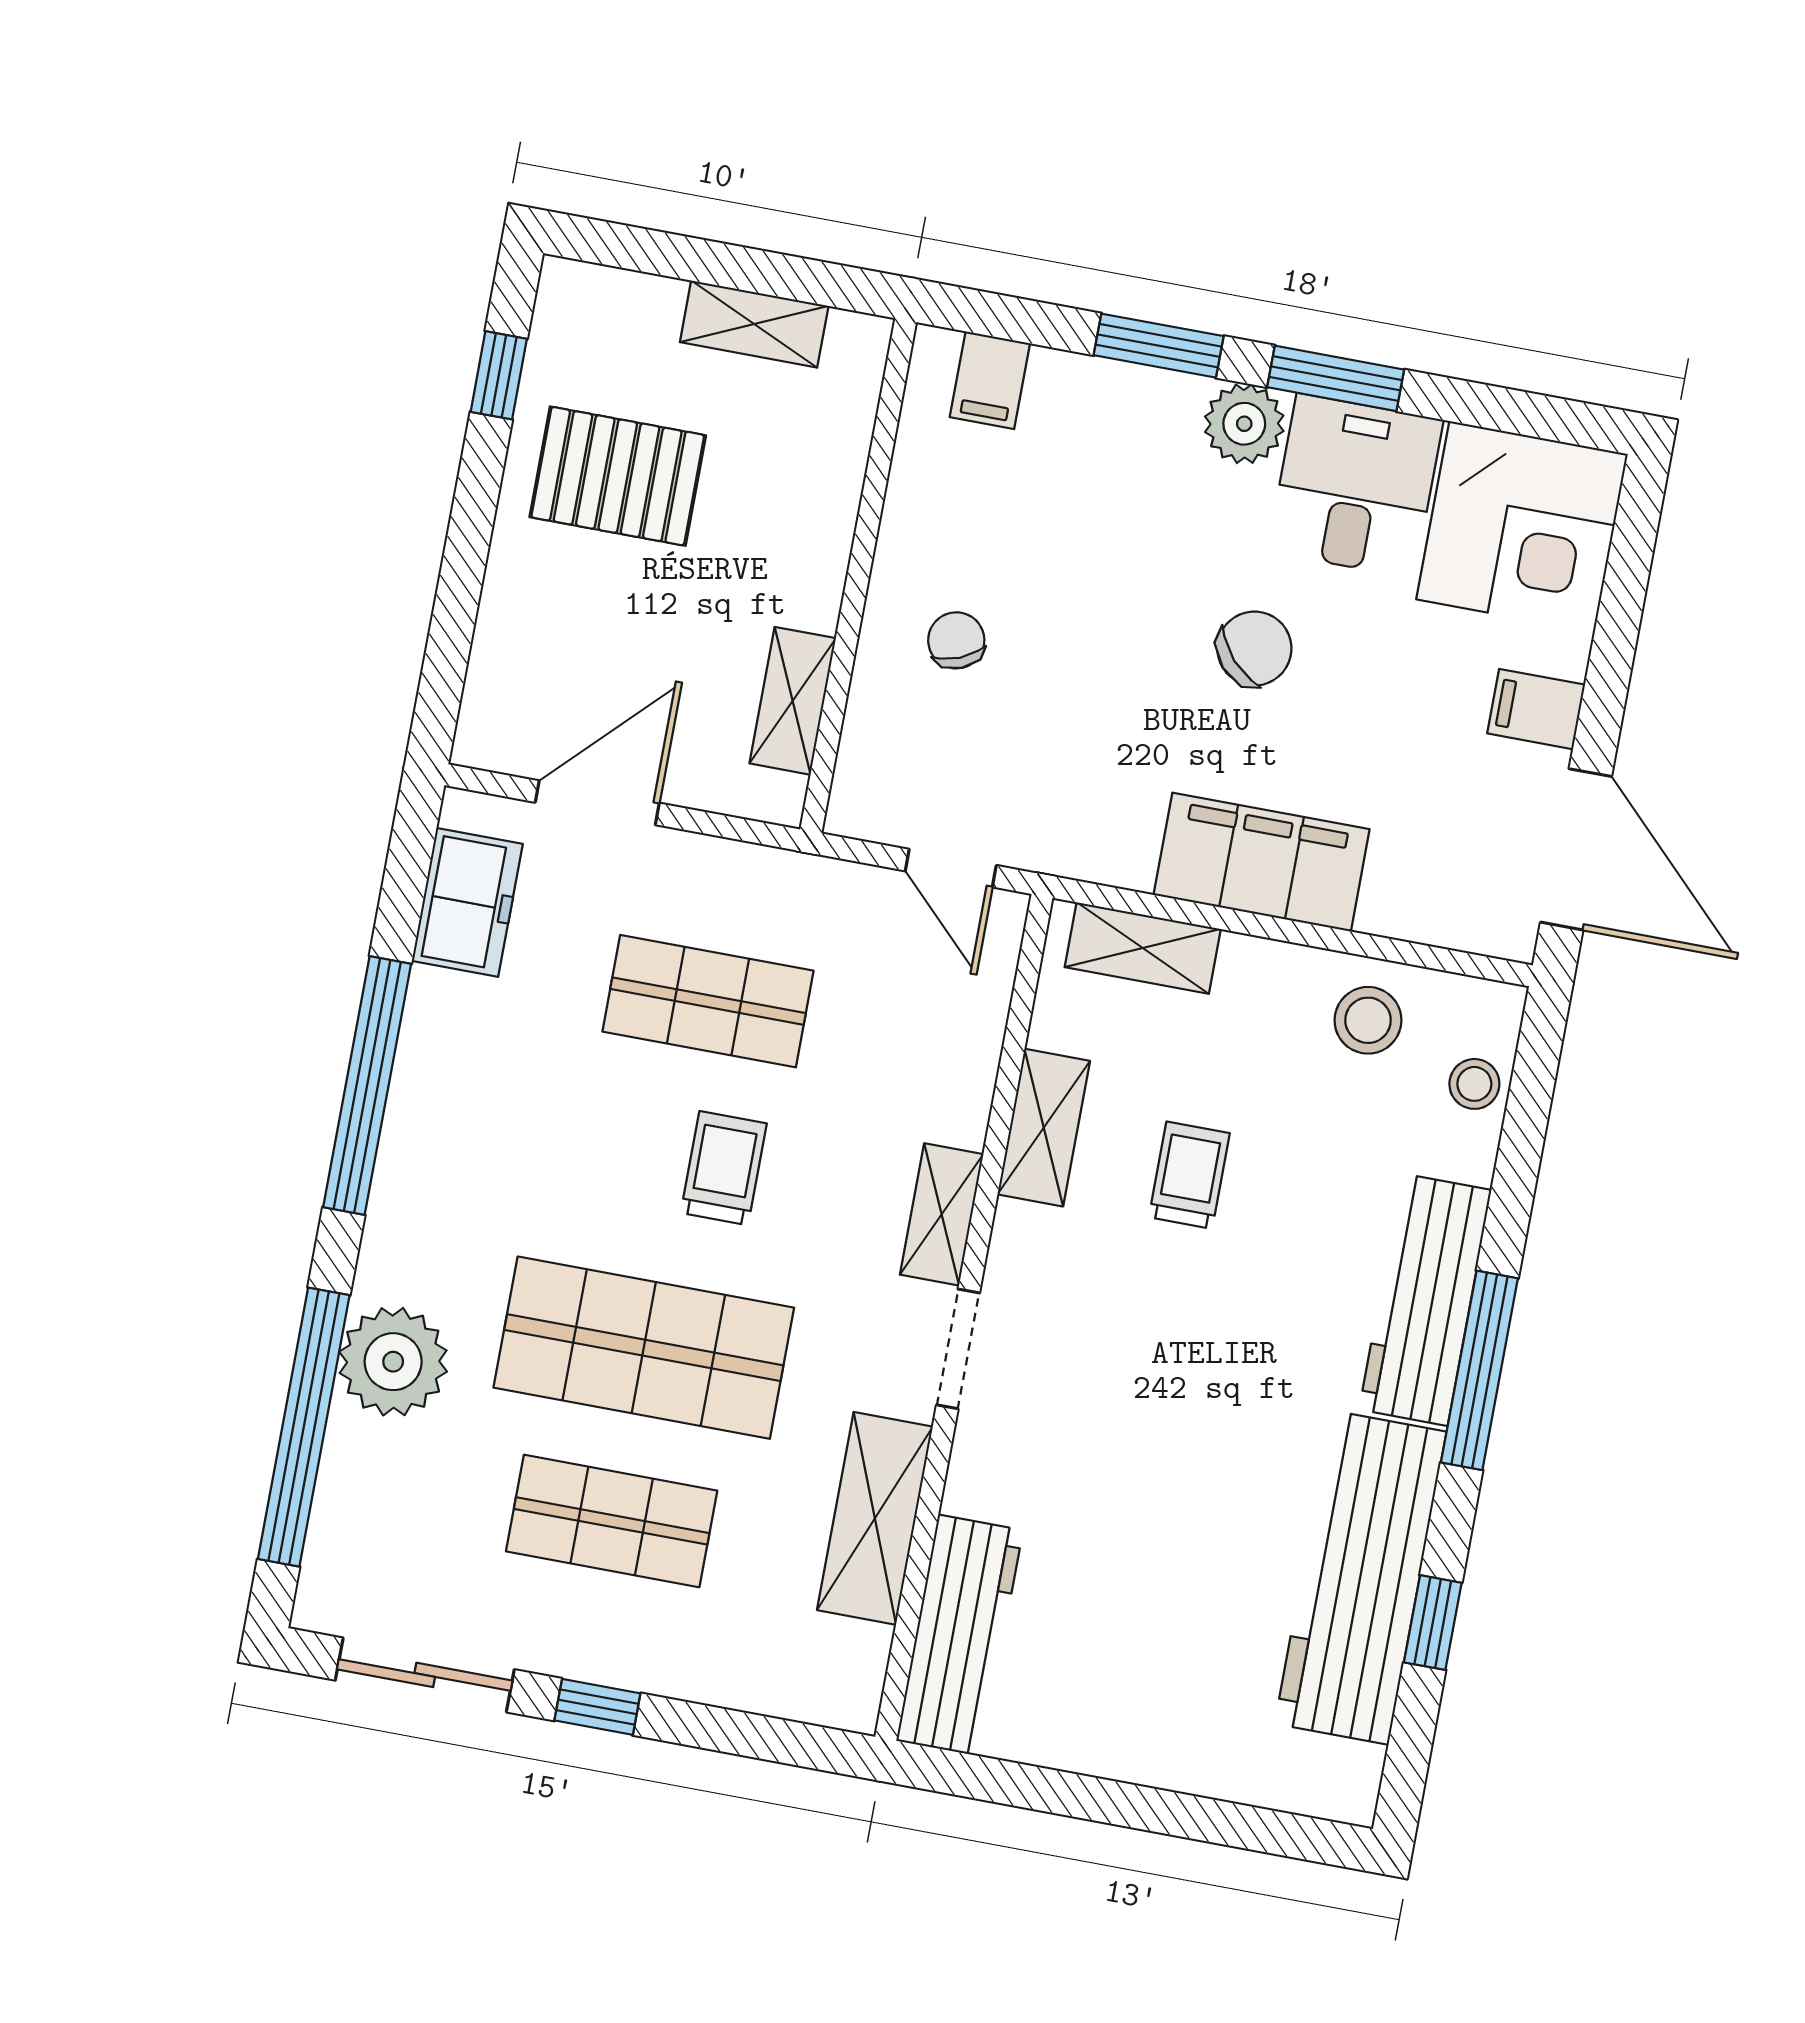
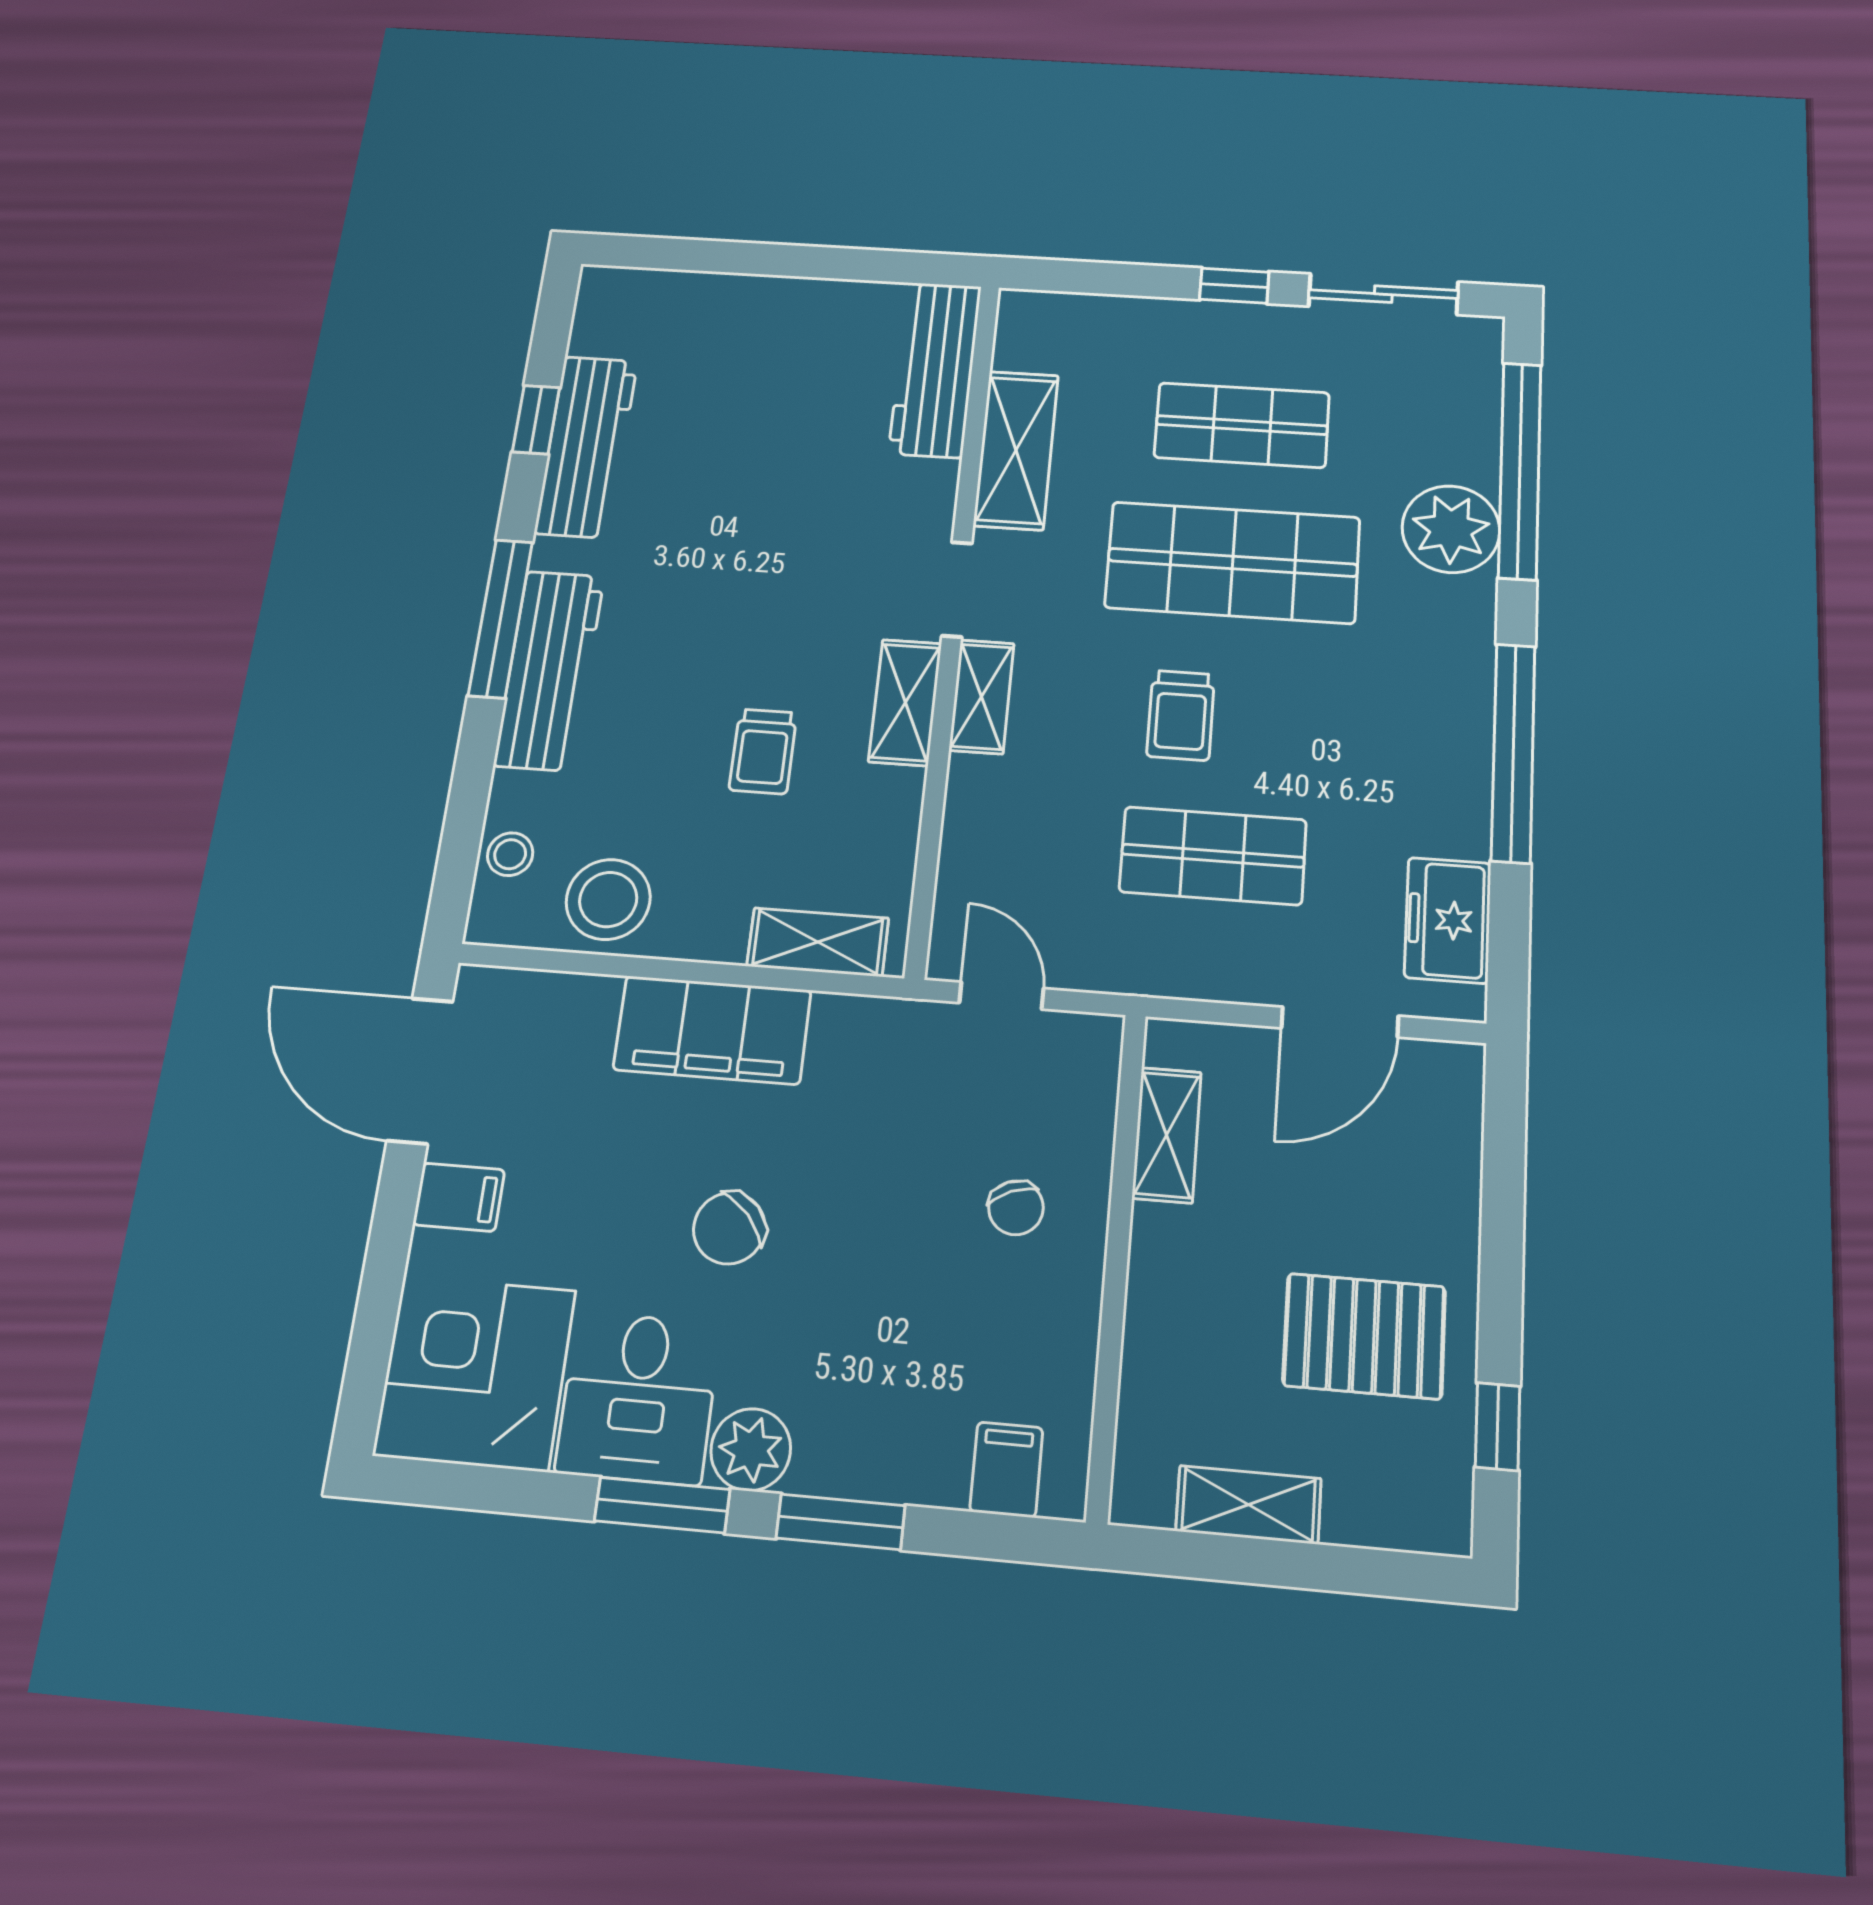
stool: (1368, 1020) -> (608, 899), width x1.38, depth x1.38
shelving: (1044, 1128) -> (905, 702), moved
workbench: (1361, 1578) -> (586, 446), width x0.73, depth x0.76

